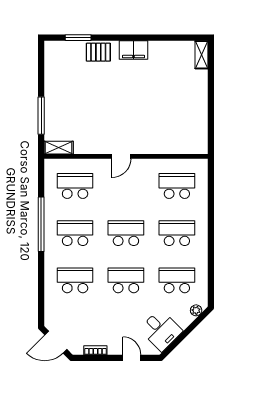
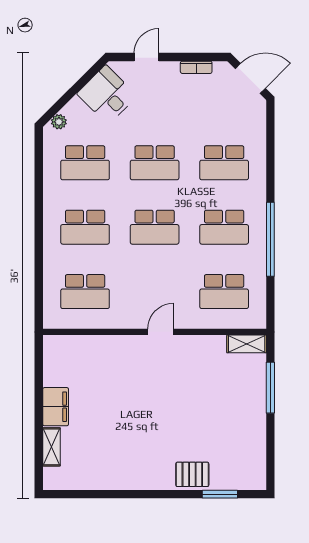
filing cabinet: (133, 50) -> (56, 407), moved, turned 90
shelving: (201, 55) -> (52, 447), moved
door: (132, 358) -> (147, 57), swing flipped

